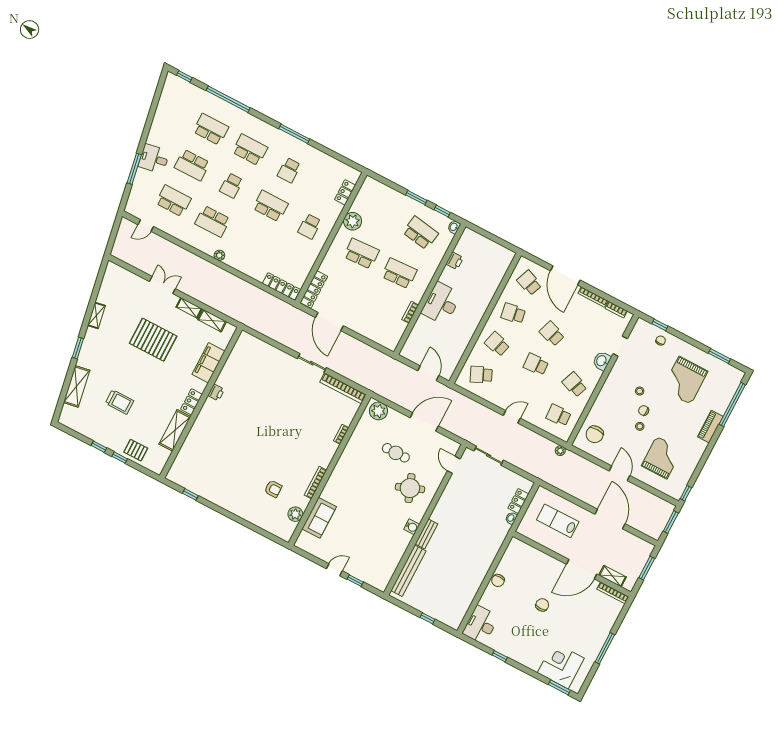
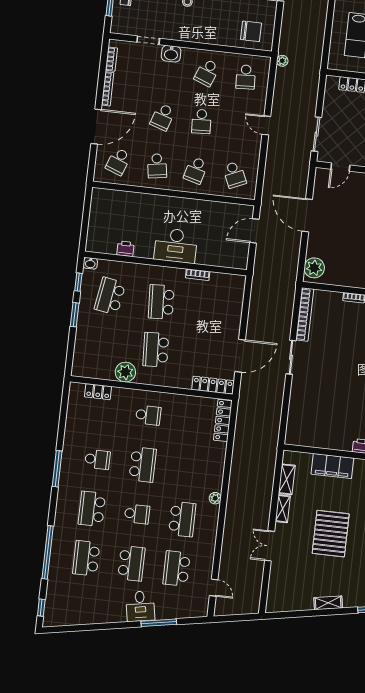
school desk: (270, 206) -> (143, 465), turned 180
cafe table: (396, 453) -> (351, 233), removed

